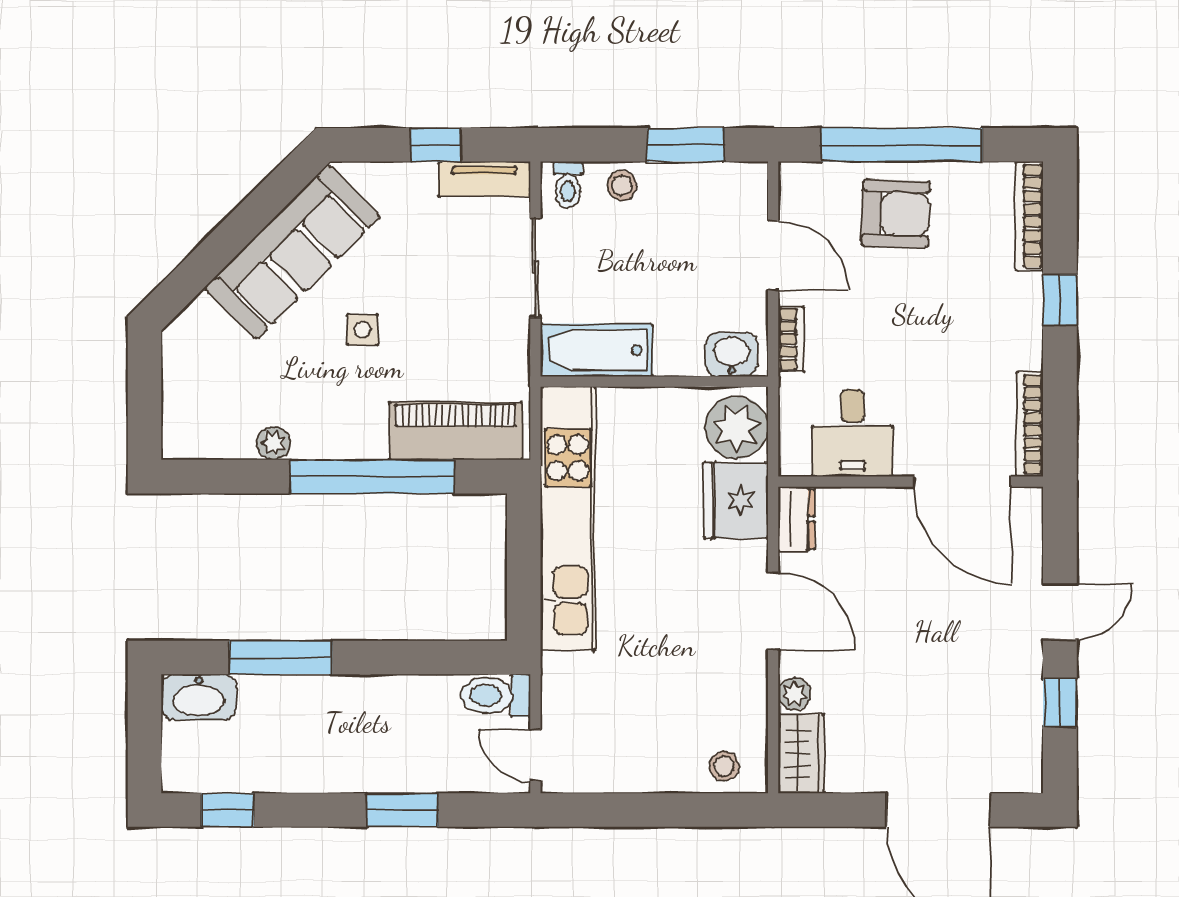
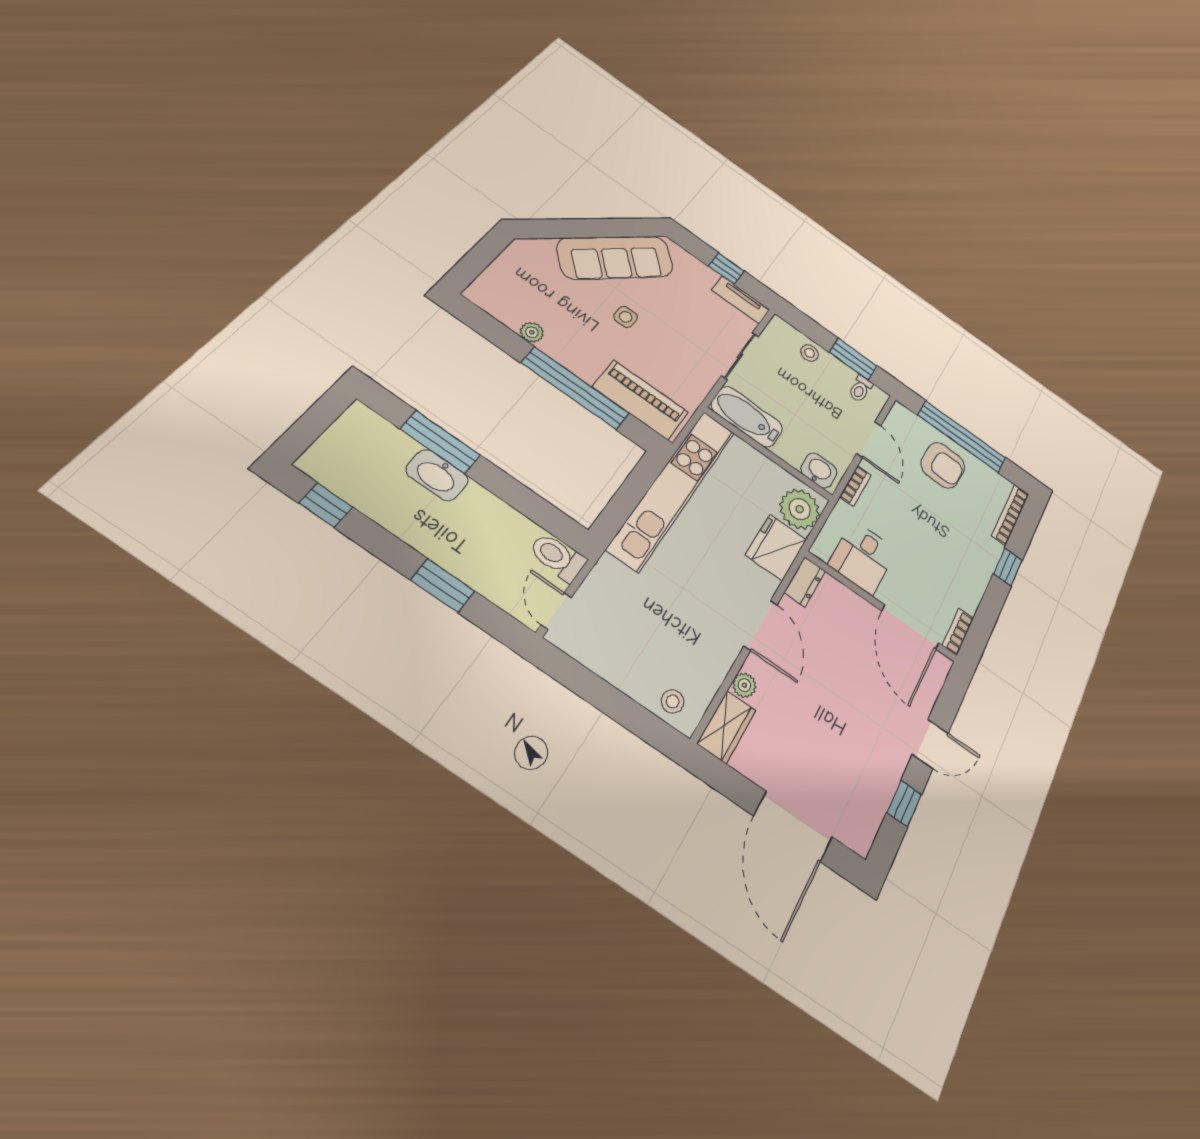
toilet: (568, 185) -> (860, 389), moved
bookcase: (1030, 424) -> (958, 632), width x0.64
washbasin: (199, 697) -> (437, 475), moved

